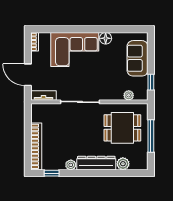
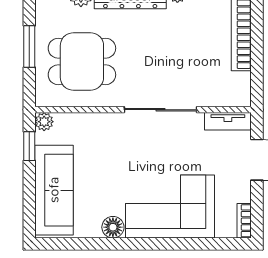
sofa: (137, 58) -> (54, 190), width x1.36
plant: (129, 95) -> (44, 122), moved
window: (151, 136) -> (29, 46), width x0.69

